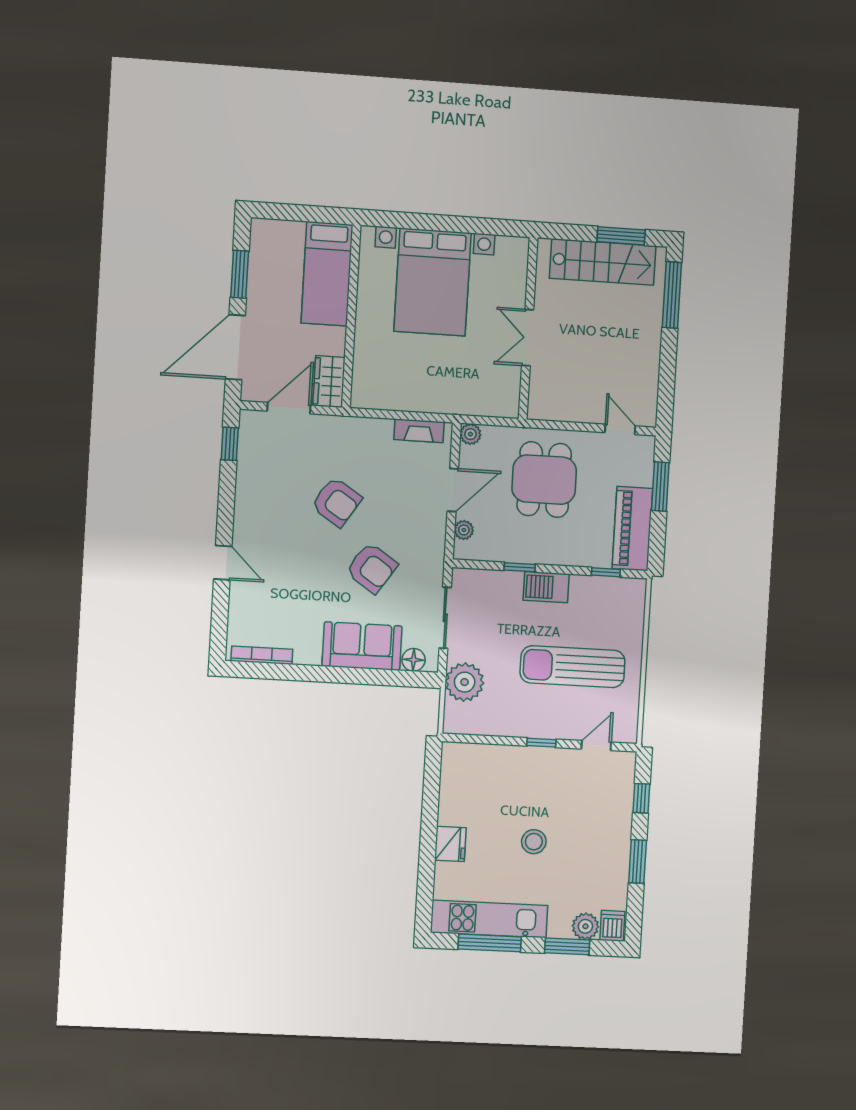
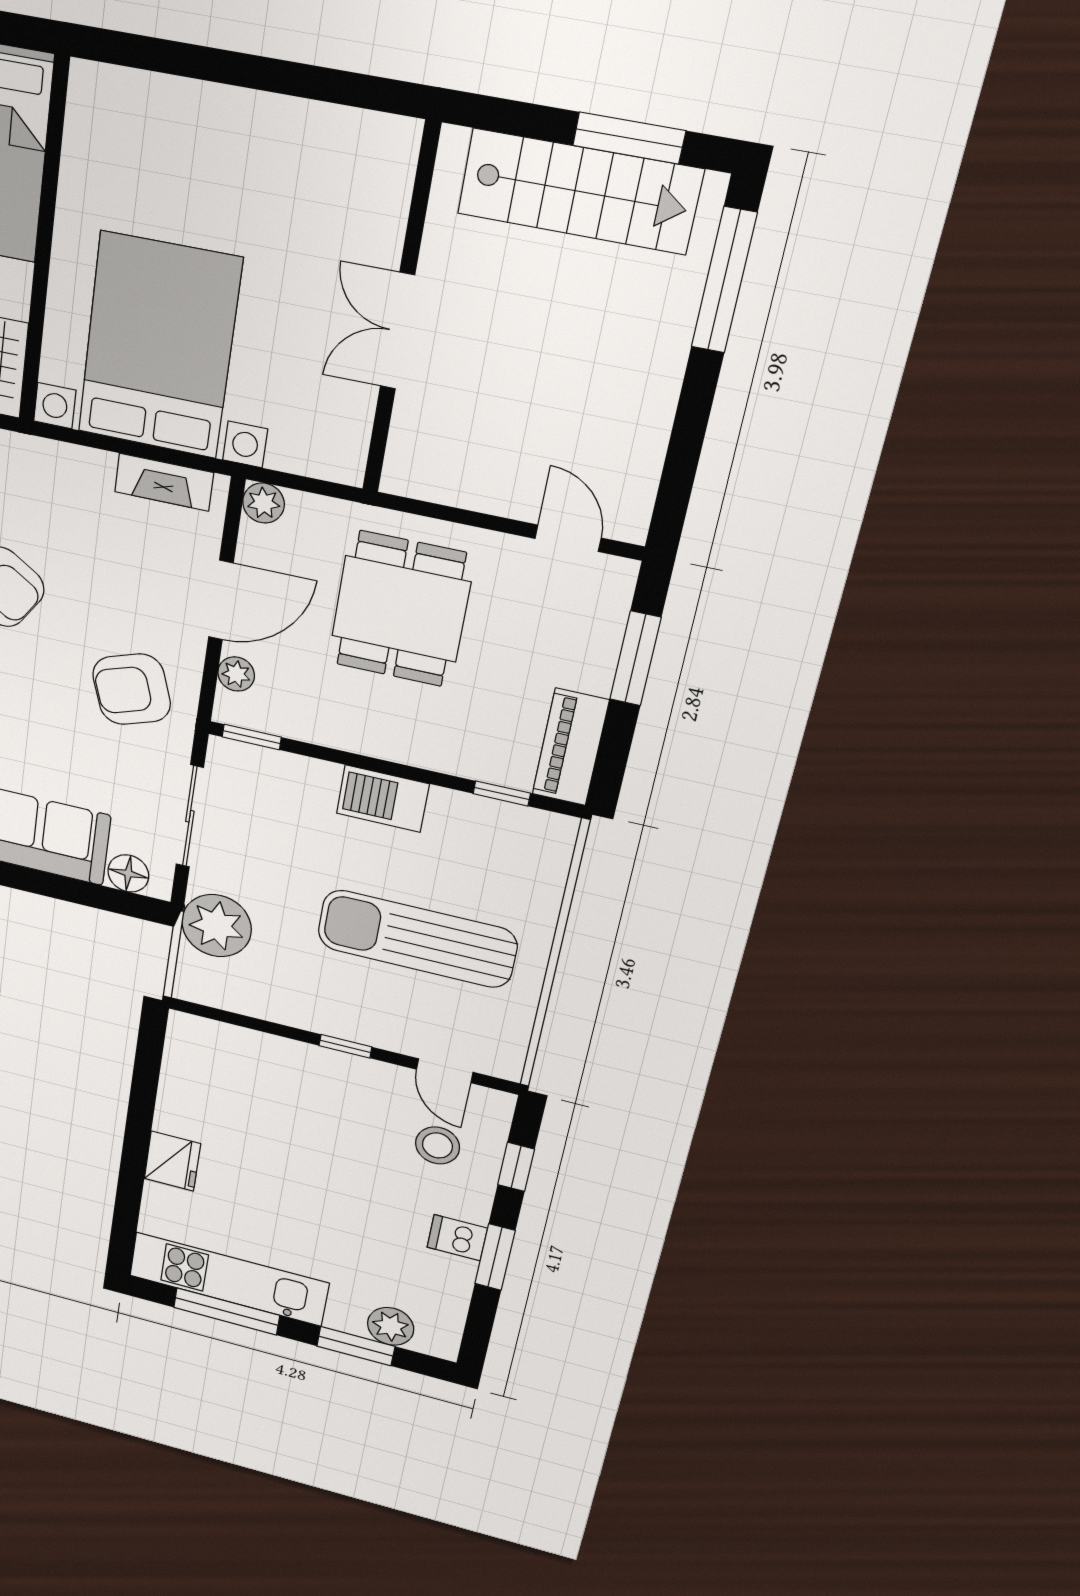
bed with nightstands: (433, 282) -> (159, 346), moved, turned 180
piano: (632, 529) -> (570, 747), width x0.73, depth x0.75
window: (520, 567) -> (252, 737), moved
armchair: (372, 568) -> (132, 689), moved, turned 127
door: (596, 746) -> (445, 1071), swing flipped
stool: (534, 842) -> (437, 1145), moved
dishwasher: (612, 926) -> (457, 1238), moved, turned -90

